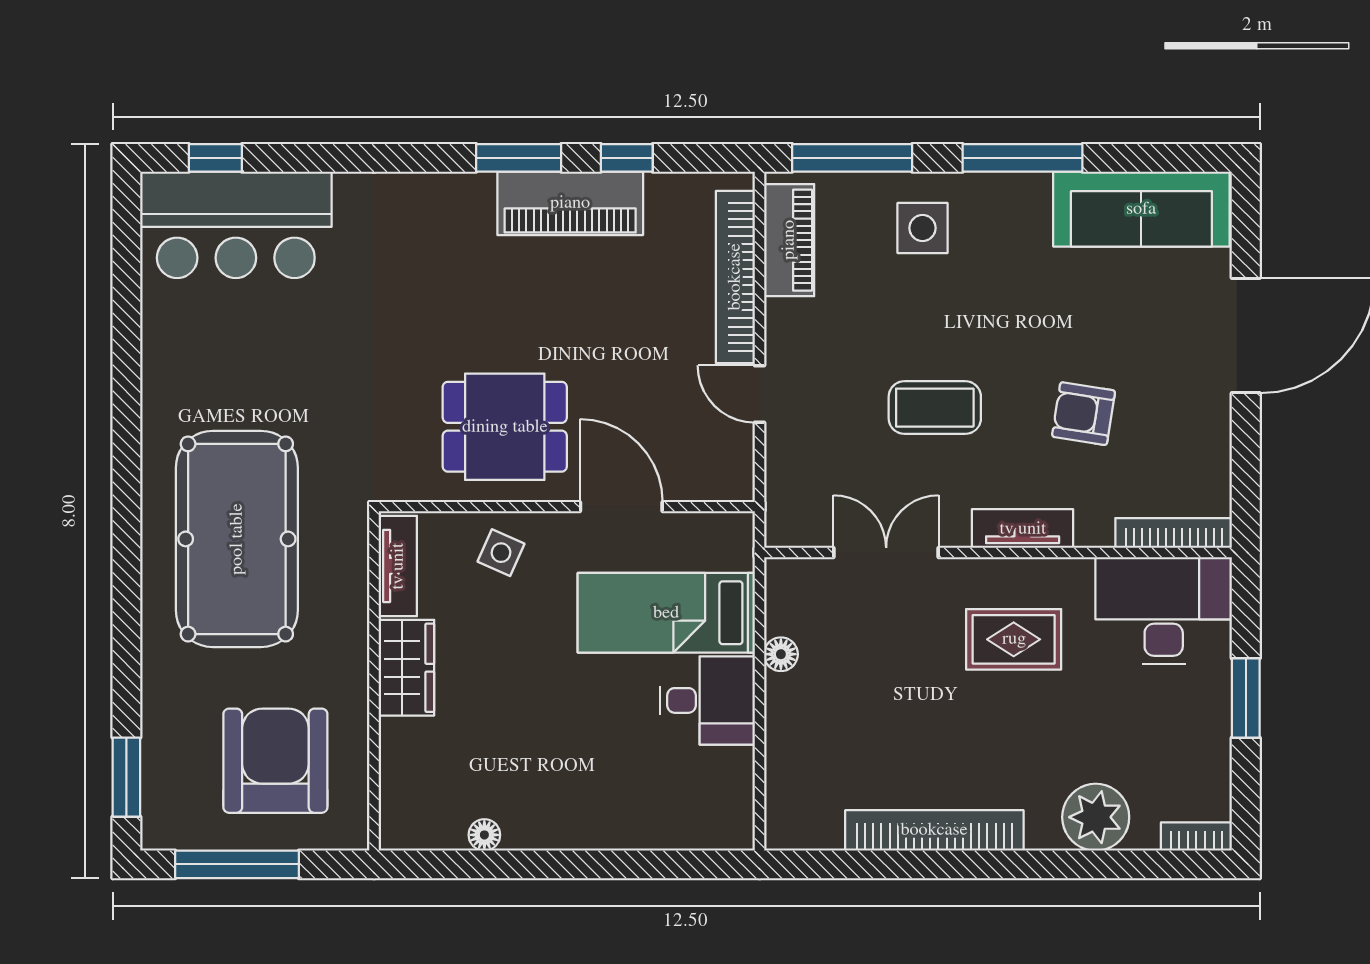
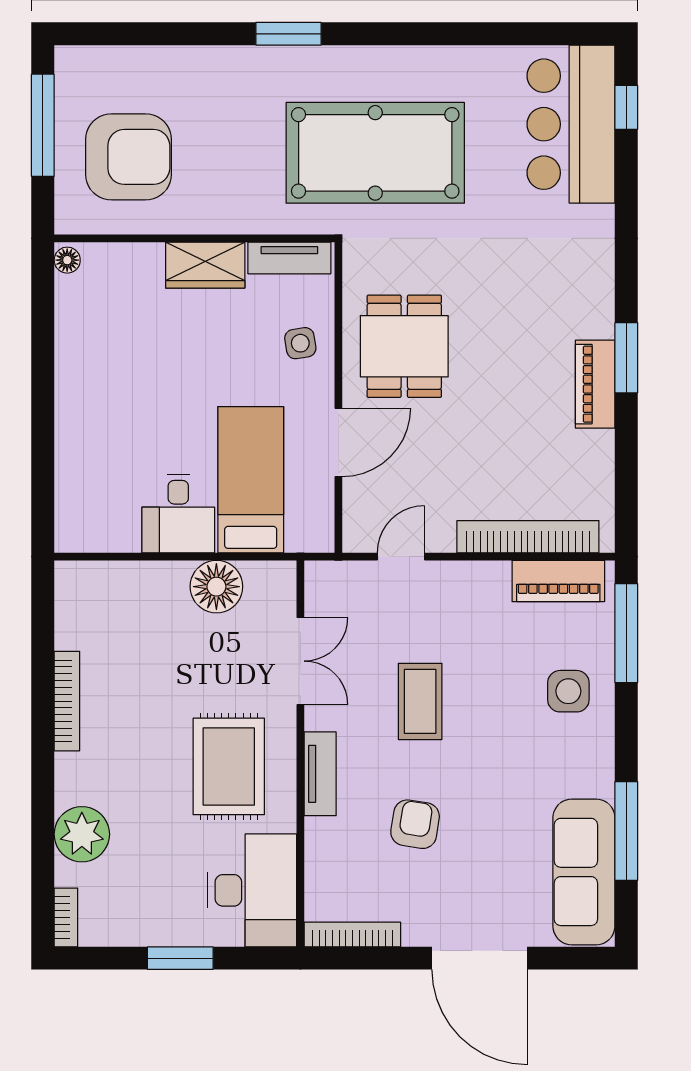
window: (627, 158) -> (626, 447), removed
window: (1022, 158) -> (626, 831), moved
piano: (570, 203) -> (595, 384), width x0.73, depth x0.75
door: (759, 394) -> (401, 557), moved
bookcase: (1174, 533) -> (352, 934), moved, turned -90
pool table: (237, 539) -> (375, 153), moved
side table: (501, 553) -> (300, 343), turned -33
rug: (1014, 639) -> (229, 766), width x1.36, depth x1.43
floor lamp: (781, 654) -> (216, 587), width x1.89, depth x1.89
window: (126, 777) -> (288, 34), moved
bookcase: (934, 830) -> (67, 701), width x0.68, depth x0.76
floor lamp: (484, 835) -> (67, 260), moved

